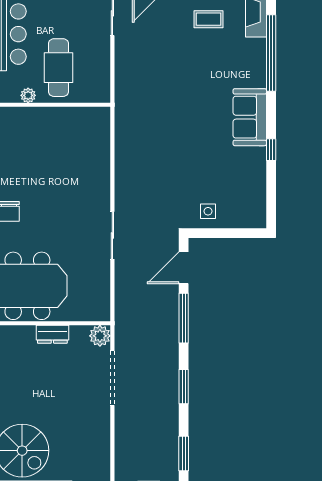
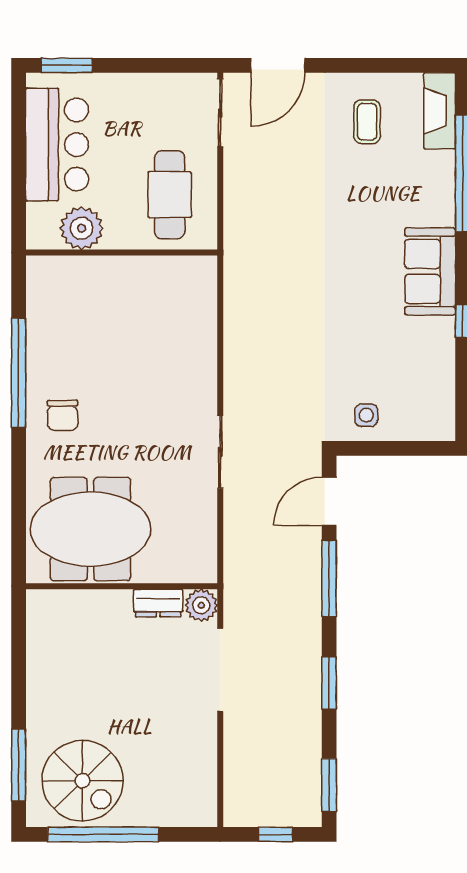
coffee table: (208, 19) -> (367, 122), turned 90
cafe table: (59, 68) -> (170, 195), moved
plant: (28, 95) -> (82, 228), width x1.88, depth x1.88
dresser: (52, 334) -> (158, 603), moved

